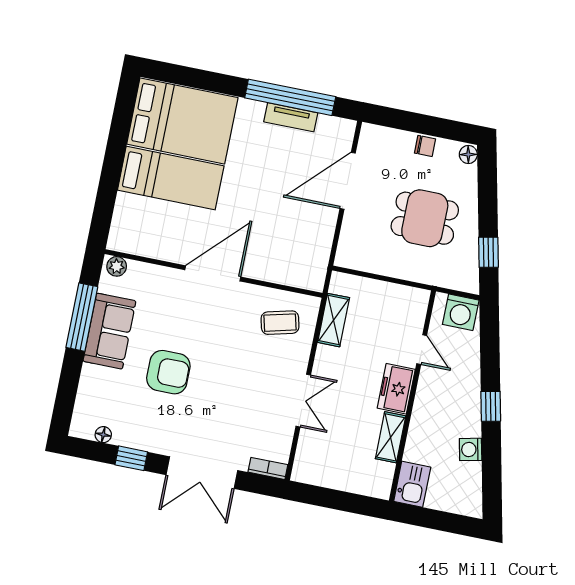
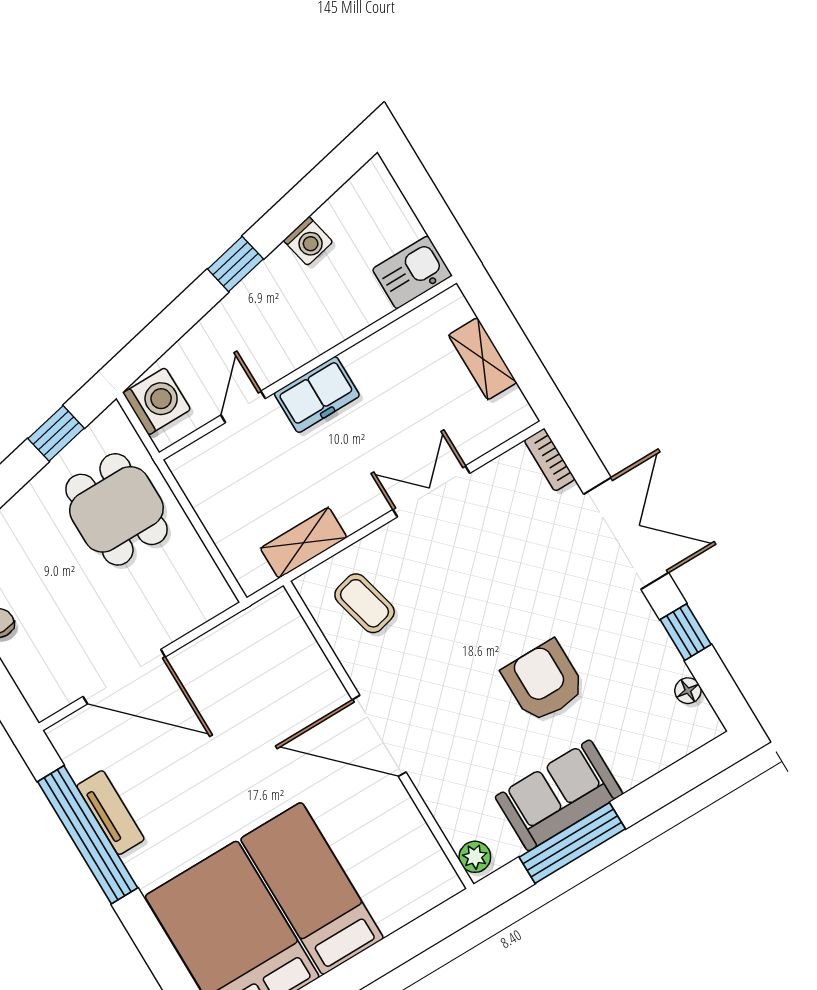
dining table: (425, 218) -> (116, 509), moved
shelving: (391, 437) -> (483, 359), moved, turned 90

